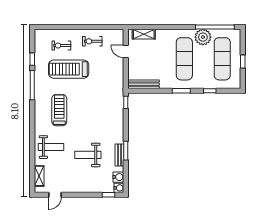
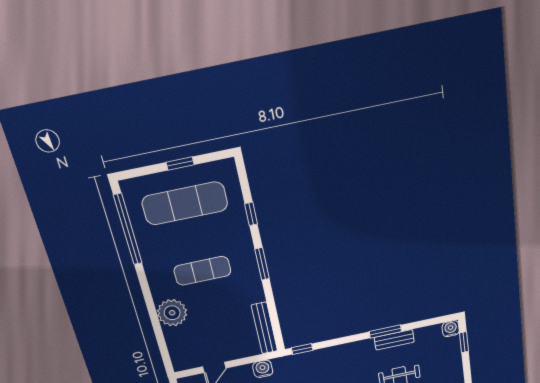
shelving: (144, 34) -> (176, 346), removed
plant: (203, 37) -> (172, 313), moved
exercise mat: (184, 59) -> (202, 271), width x0.73, depth x0.69
water cooler: (118, 177) -> (263, 369), moved

